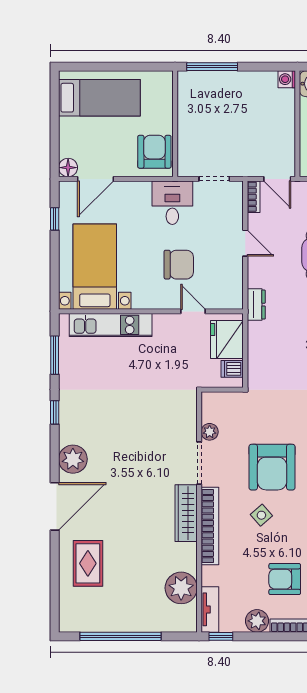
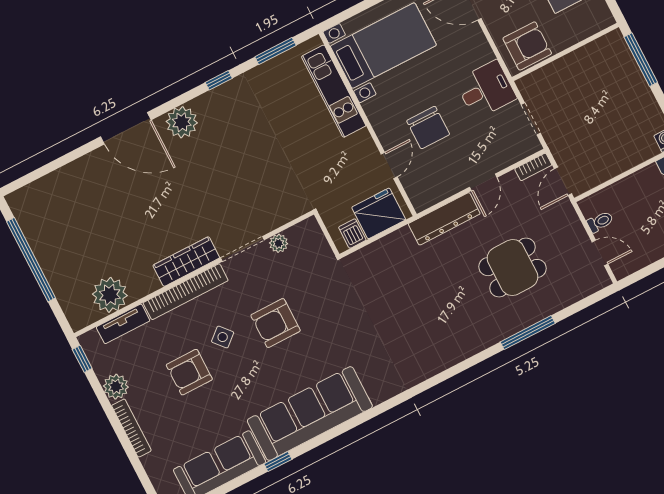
dresser: (256, 305) -> (444, 219), width x1.96, depth x1.24
armchair: (272, 467) -> (276, 323), width x0.73, depth x0.73
rug: (88, 563) -> (87, 190), removed
armchair: (285, 579) -> (189, 372), moved, turned -90
tv unit: (210, 609) -> (123, 324), moved

